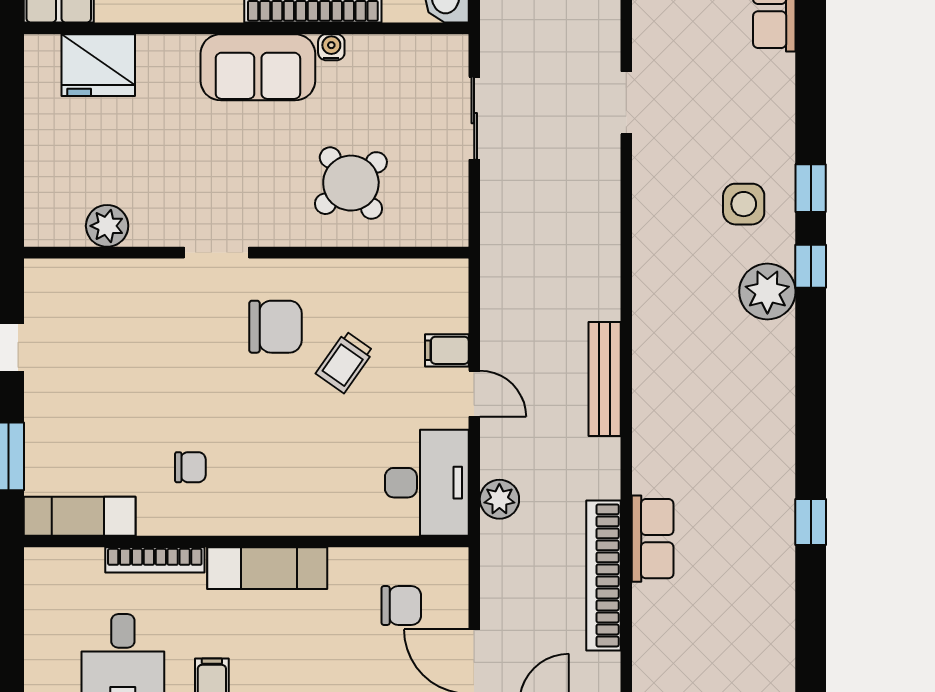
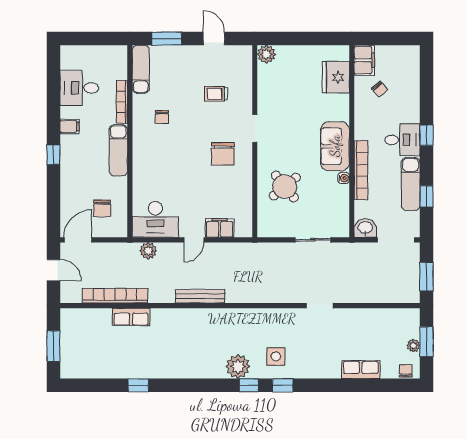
plant: (107, 226) -> (266, 54), moved
filing cabinet: (447, 350) -> (220, 228), width x2.00
trolley: (345, 362) -> (216, 94), moved, turned -35

